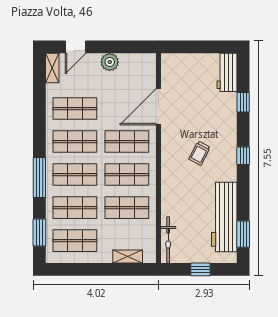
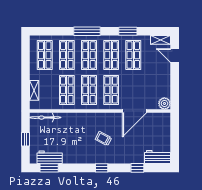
plant: (110, 62) -> (164, 103), moved
door: (158, 107) -> (134, 111), swing flipped
workbench: (224, 217) -> (50, 157), width x0.53, depth x0.76
window: (39, 232) -> (128, 31), moved

